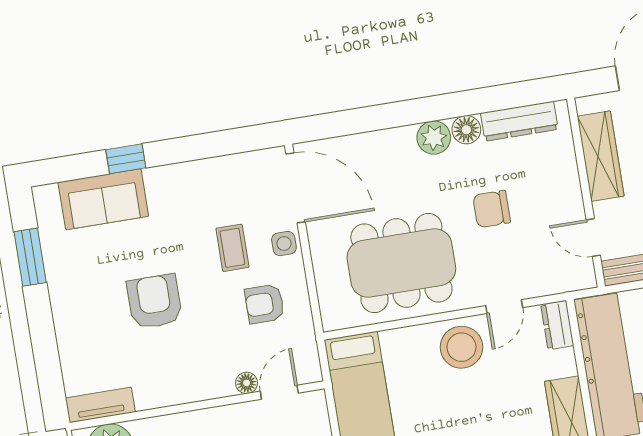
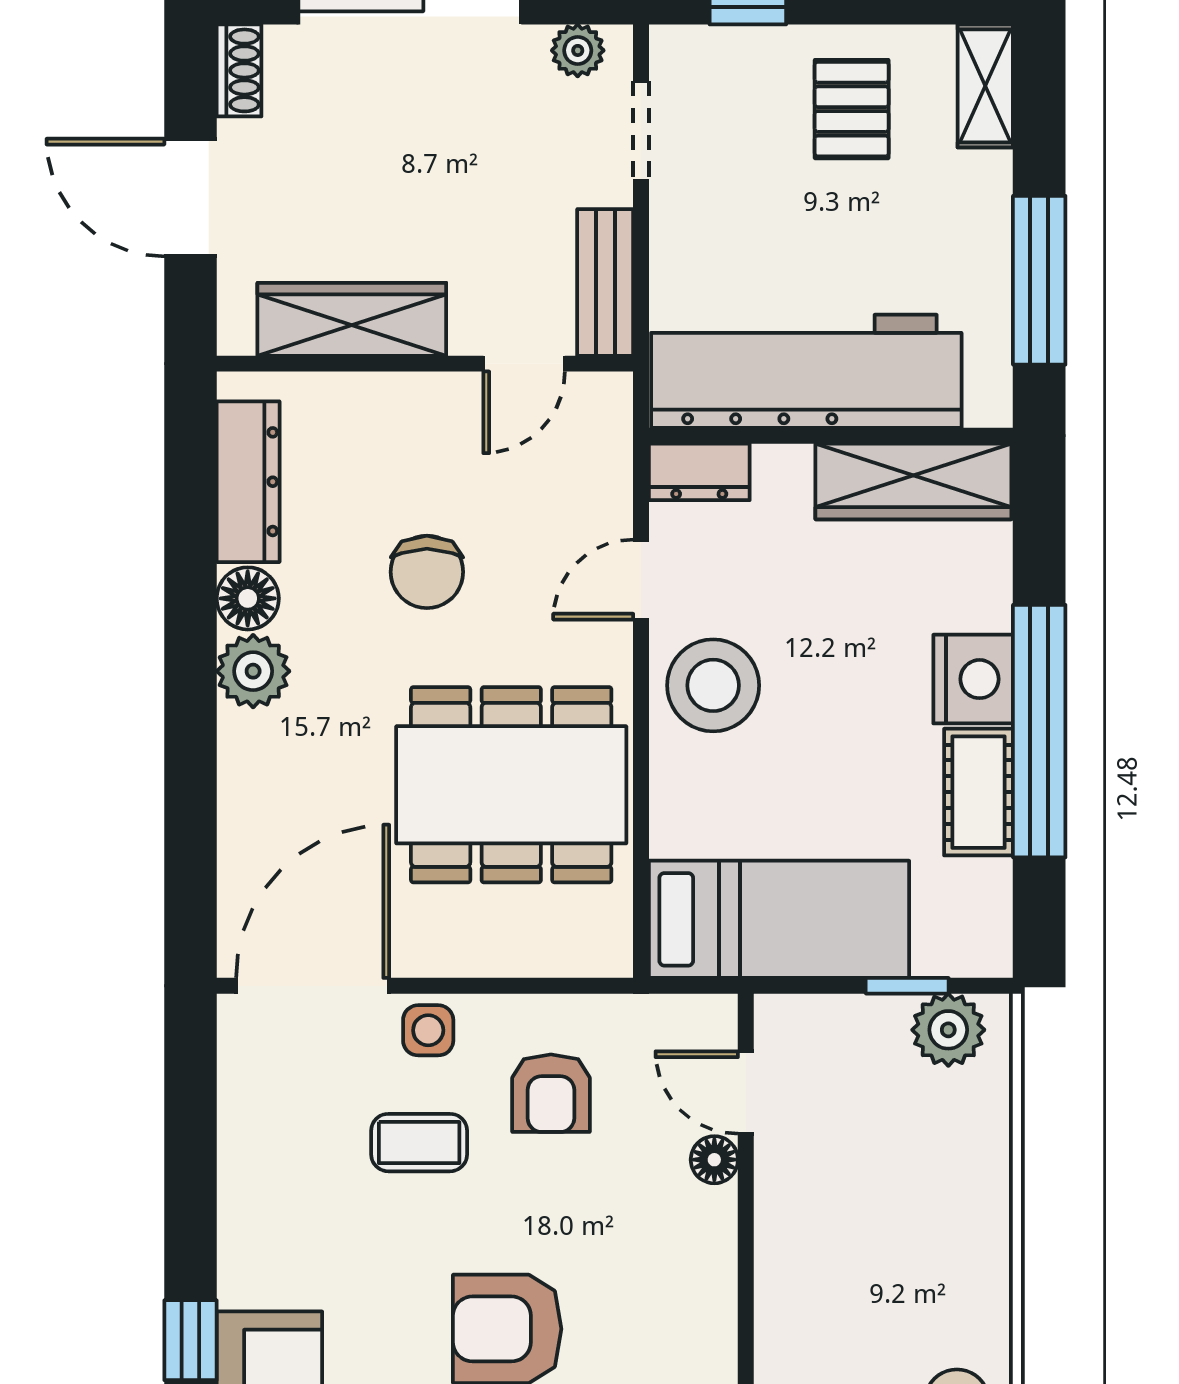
dining table: (401, 263) -> (511, 785), turned 90
door: (504, 307) -> (641, 580), swing flipped

